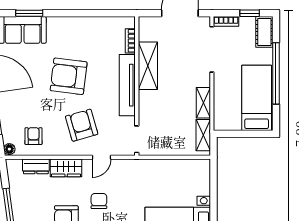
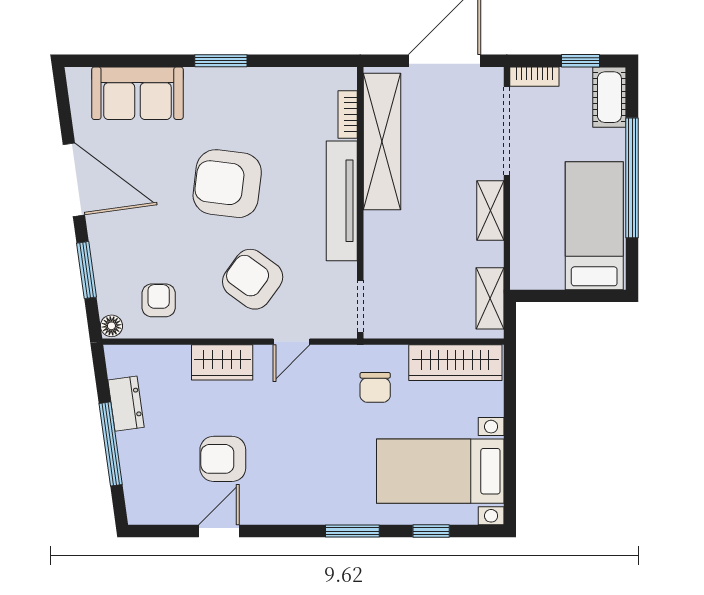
window: (29, 13) -> (221, 61), moved
shelving: (148, 66) -> (382, 142), width x1.47
shelving: (203, 103) -> (490, 210), moved
armchair: (82, 125) -> (253, 279), turned -38
dresser: (36, 166) -> (126, 404), moved, turned -98
wardrobe: (186, 168) -> (455, 363), added
chair: (99, 201) -> (375, 387), moved, turned 180

